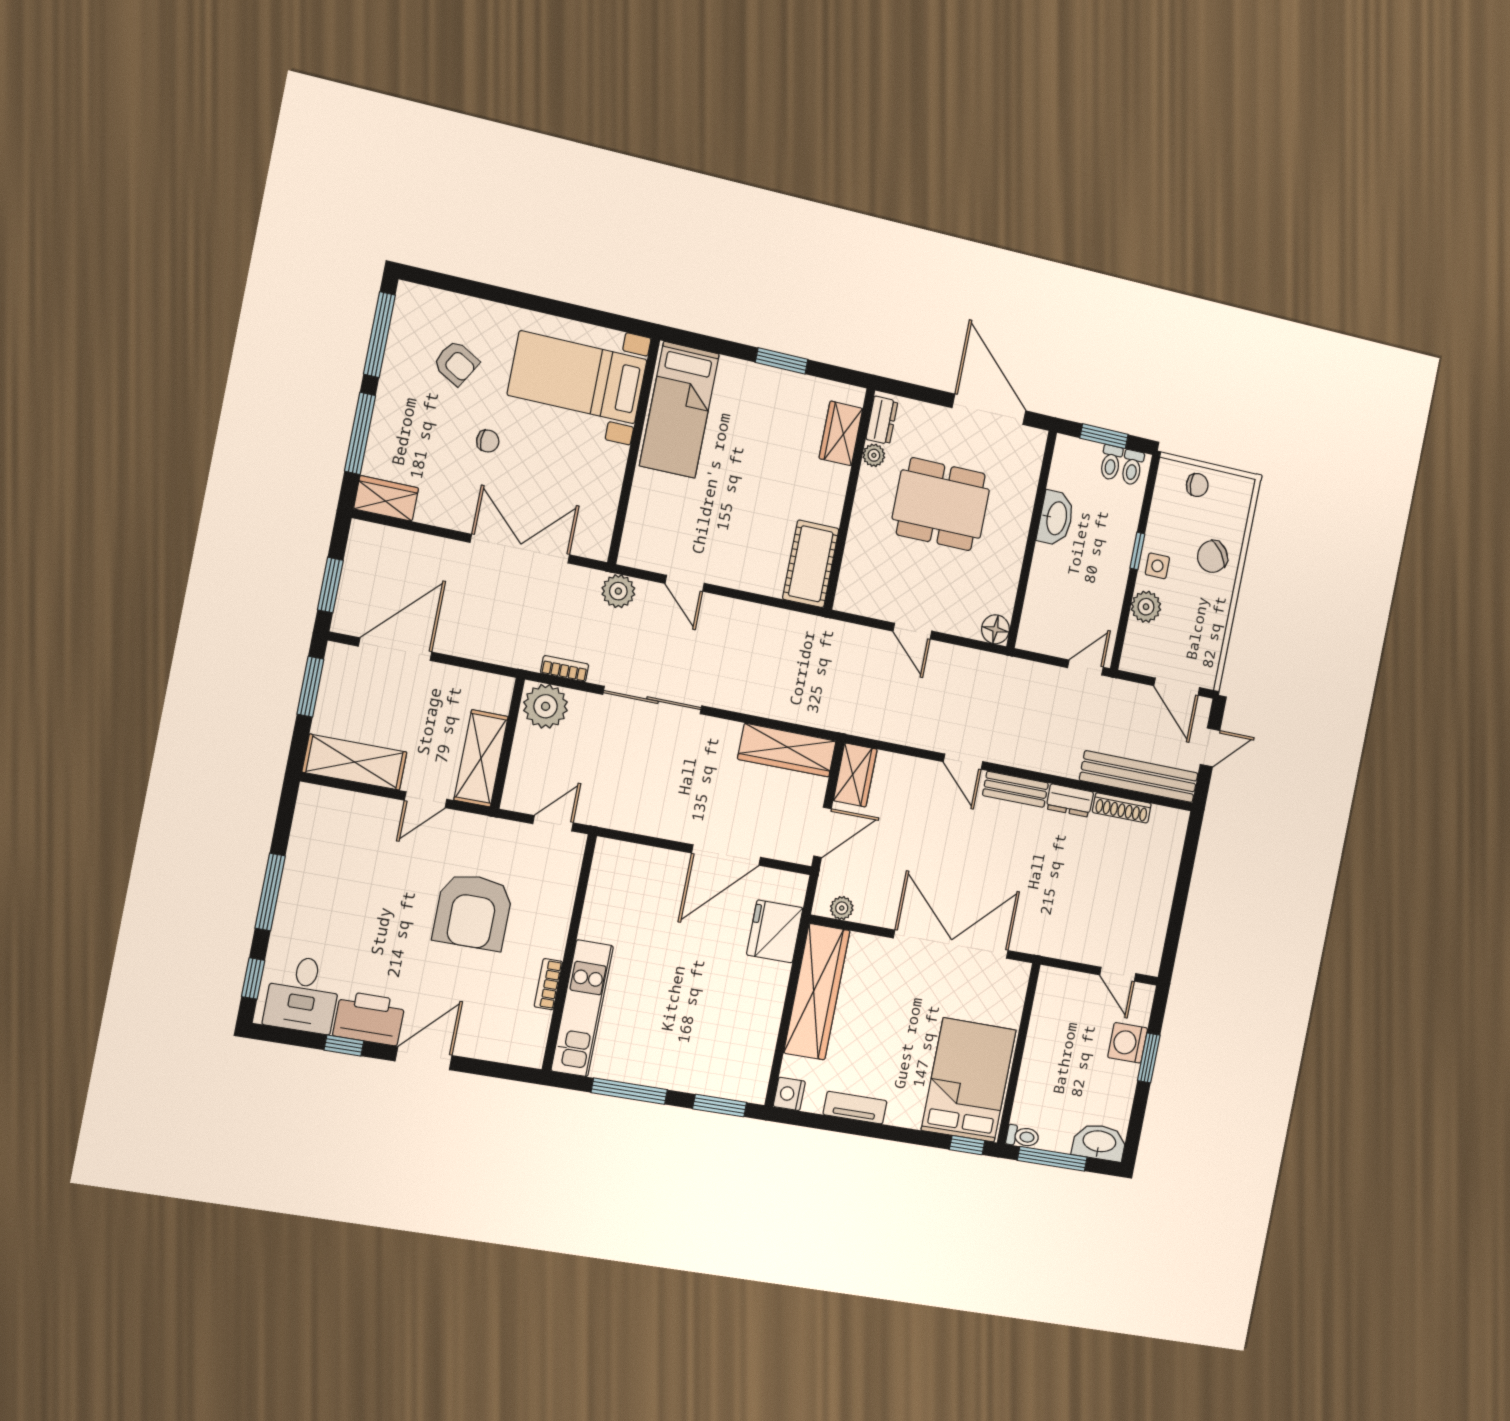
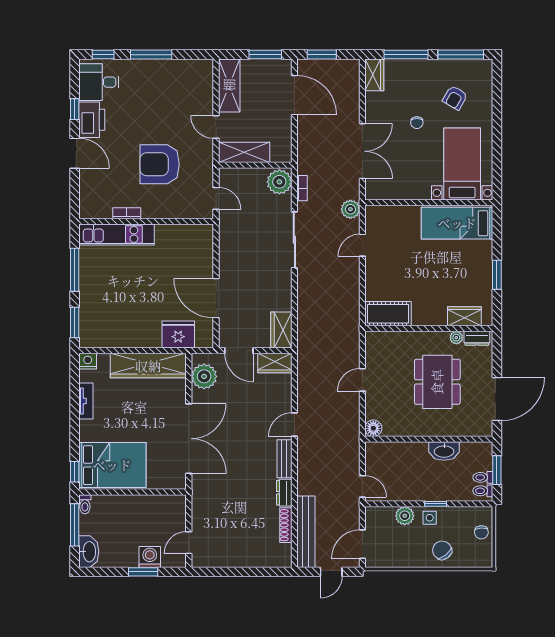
door: (1210, 747) -> (331, 572), hinge flipped
wardrobe: (787, 750) -> (281, 330), width x0.67
plant: (842, 908) -> (204, 376), width x1.87, depth x1.87

